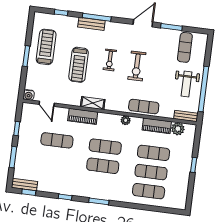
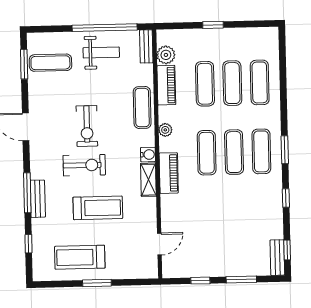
window: (171, 27) -> (24, 64), moved
exercise bike: (110, 60) -> (84, 165), width x1.38, depth x1.39
exercise bike: (137, 66) -> (87, 126), turned 90
water cooler: (29, 95) -> (148, 155), moved
piano: (83, 116) -> (169, 173), moved
exercise mat: (57, 140) -> (261, 151), moved

